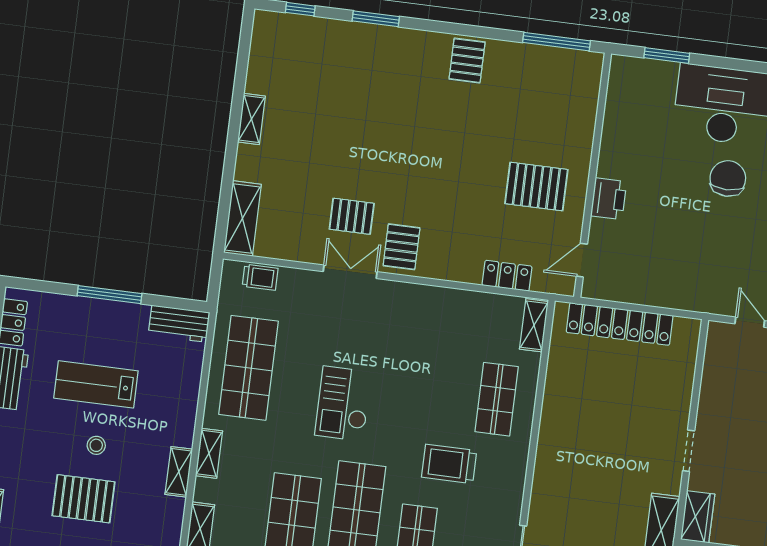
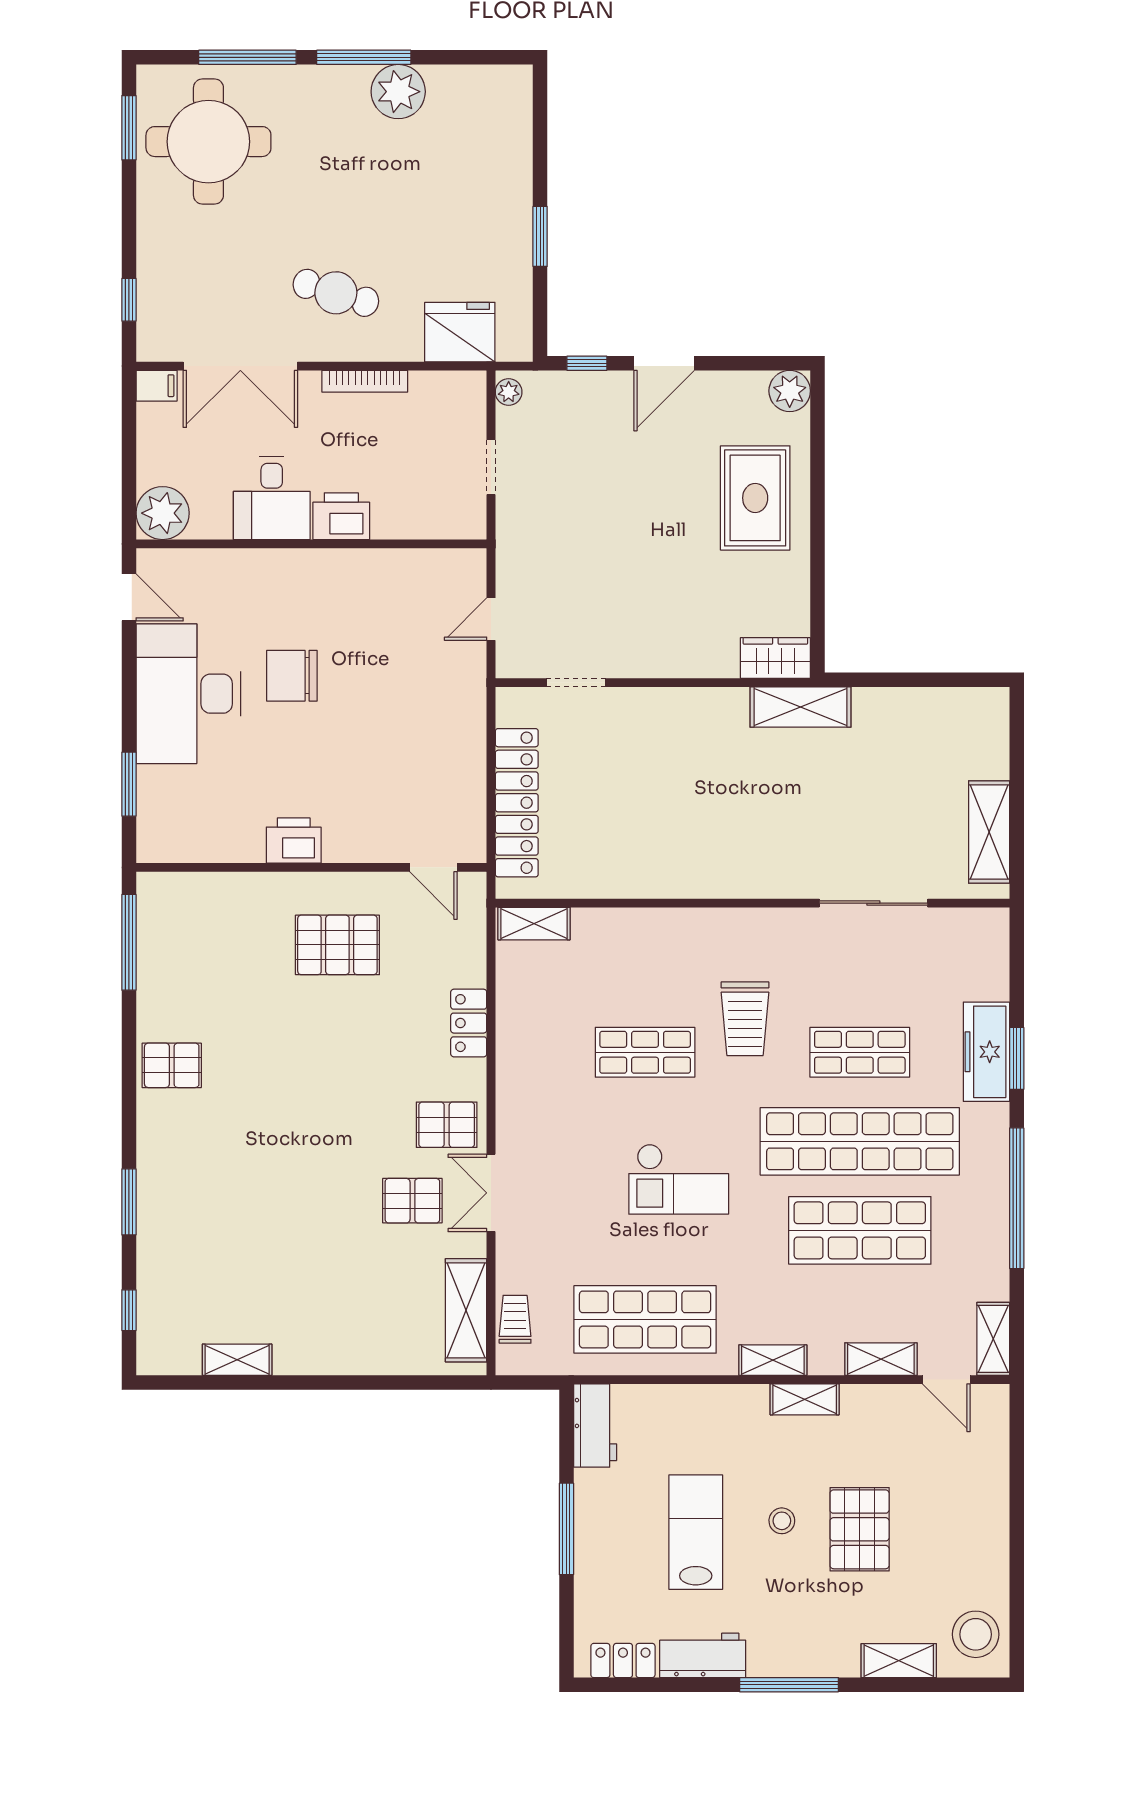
shelving: (251, 119) -> (237, 1360), moved
pallet: (536, 187) -> (337, 945), turned 90
printer: (609, 199) -> (294, 841), moved
pallet: (352, 216) -> (412, 1201), turned 90
shelving: (242, 219) -> (466, 1310), moved, turned 90
locker: (507, 276) -> (469, 1023), moved
lab bench: (96, 384) -> (696, 1532), turned 180
shop shelf: (497, 399) -> (645, 1052), moved
doorway: (689, 451) -> (576, 683), moved

